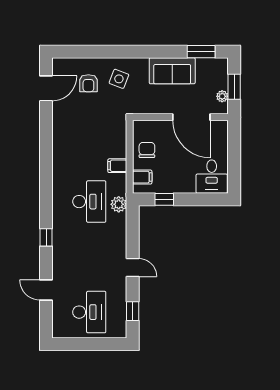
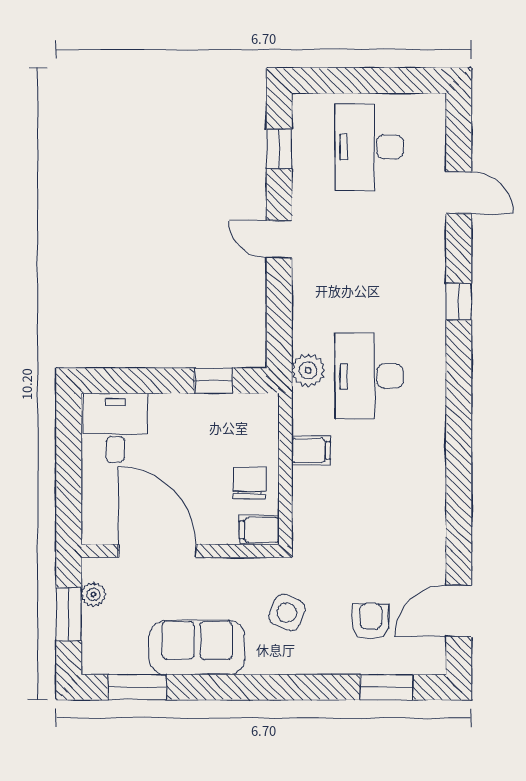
window: (81, 52) -> (386, 687), added
side table: (119, 79) -> (287, 613), moved
chair: (147, 150) -> (250, 483), turned 180
filing cabinet: (142, 177) -> (259, 530), moved

